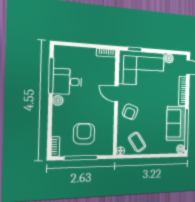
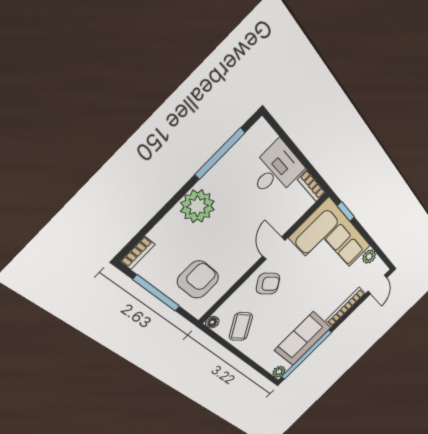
desk: (67, 82) -> (276, 170), moved, turned 90
plant: (58, 100) -> (197, 206), width x1.88, depth x1.88
armchair: (130, 112) -> (268, 284), turned -148
armchair: (84, 134) -> (198, 280), moved

